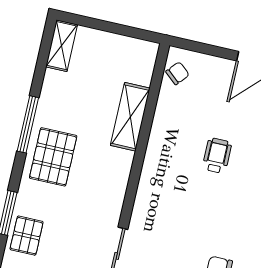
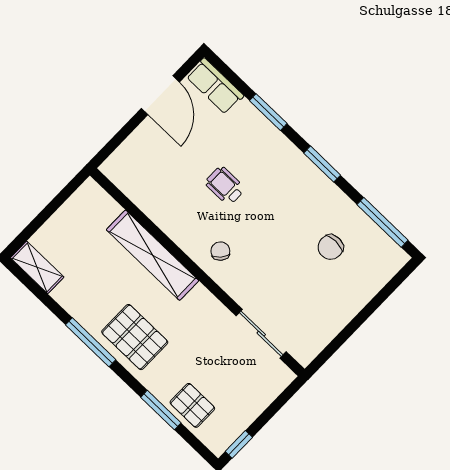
chair: (178, 73) -> (220, 251), moved
shelving: (130, 117) -> (153, 255), width x1.47

